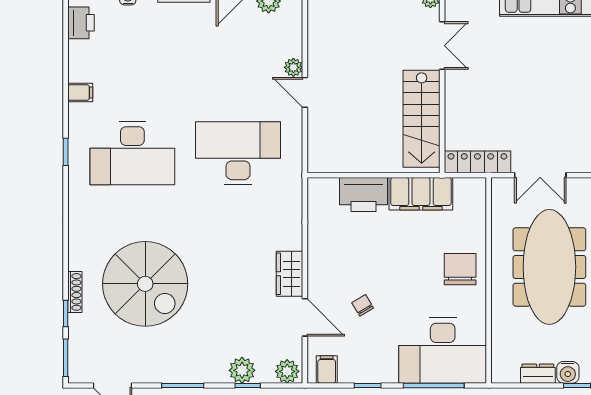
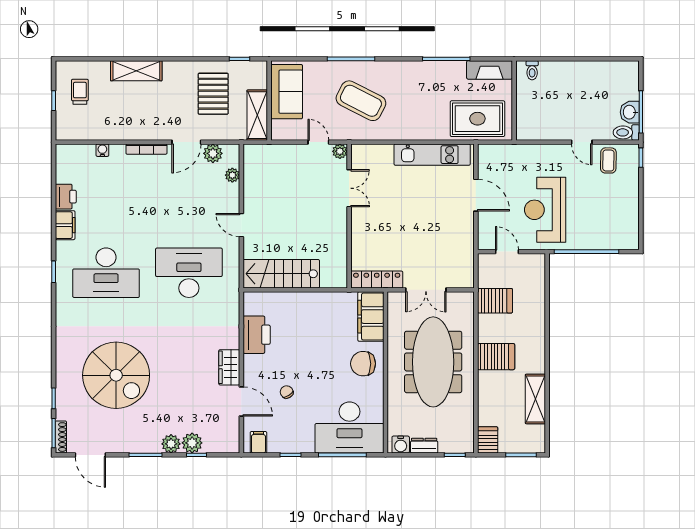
printer: (81, 23) -> (66, 197), moved
plant: (293, 67) -> (232, 175), moved
filing cabinet: (80, 93) -> (65, 225), width x2.00
stairs: (422, 119) -> (281, 274), moved, turned 90
printer: (363, 194) -> (257, 335), moved, turned -90
filing cabinet: (421, 194) -> (371, 317), moved, turned 90
chair: (460, 269) -> (363, 364), turned -90
shoe rack: (75, 292) -> (61, 437), moved
plant: (287, 371) -> (171, 444), moved
water cooler: (568, 372) -> (401, 445), moved

